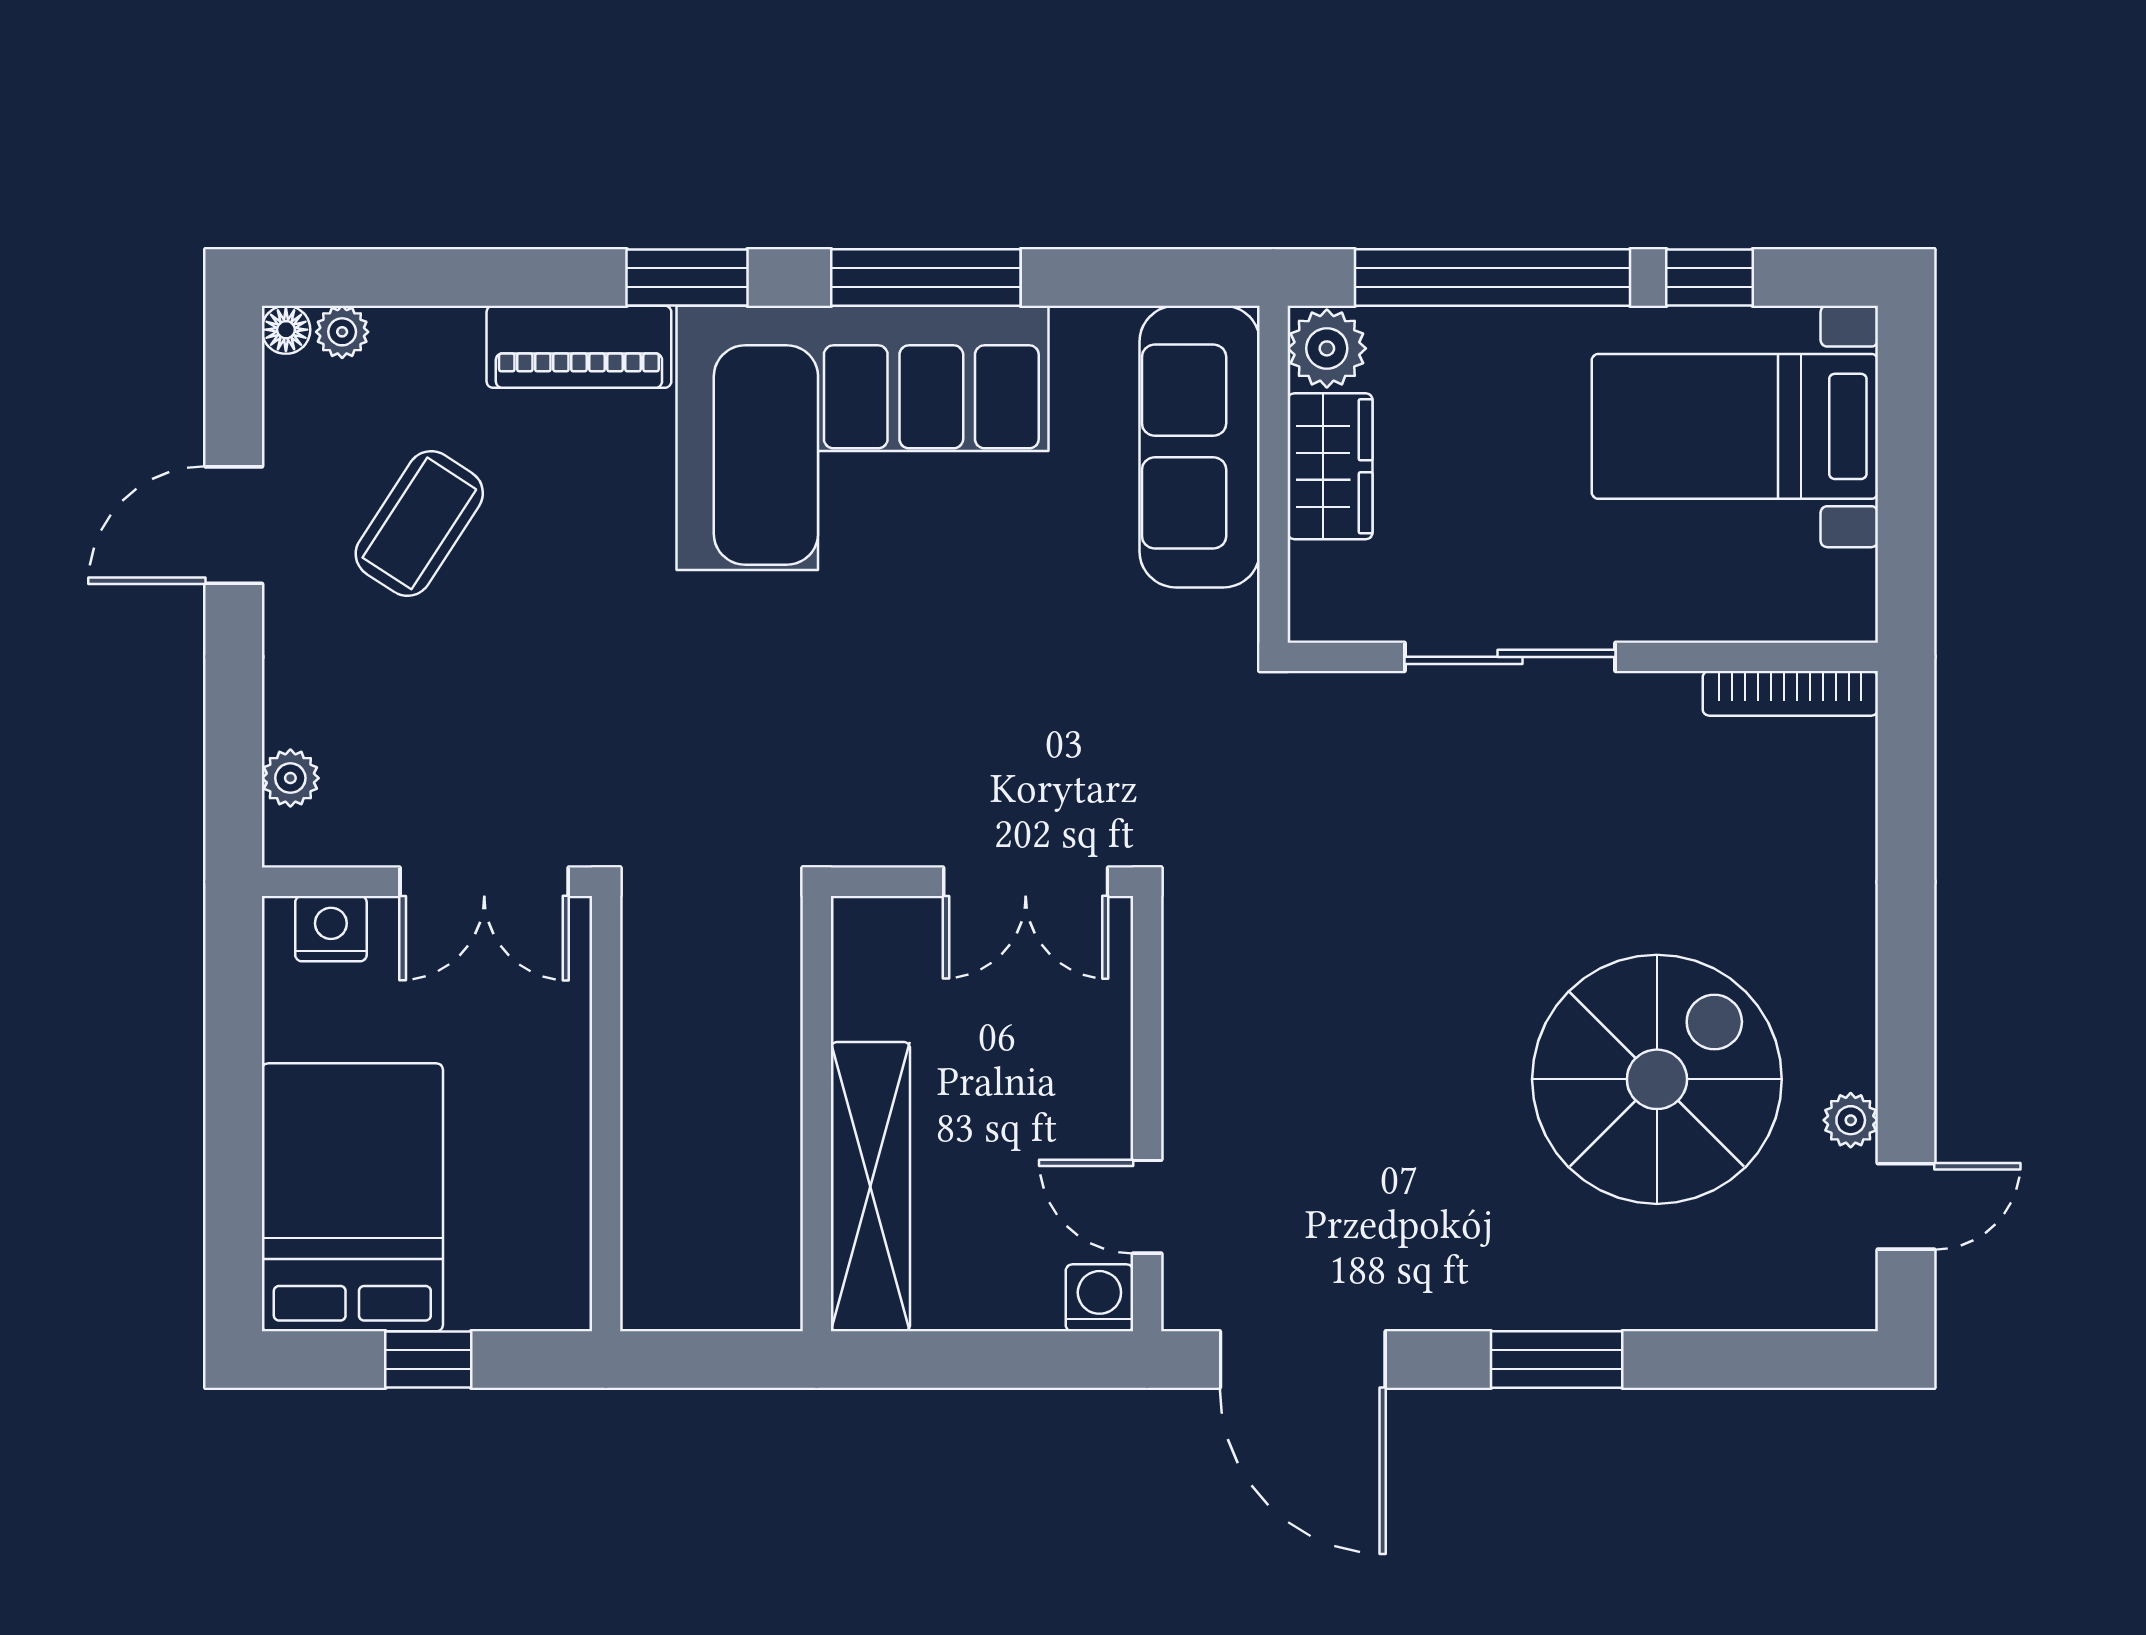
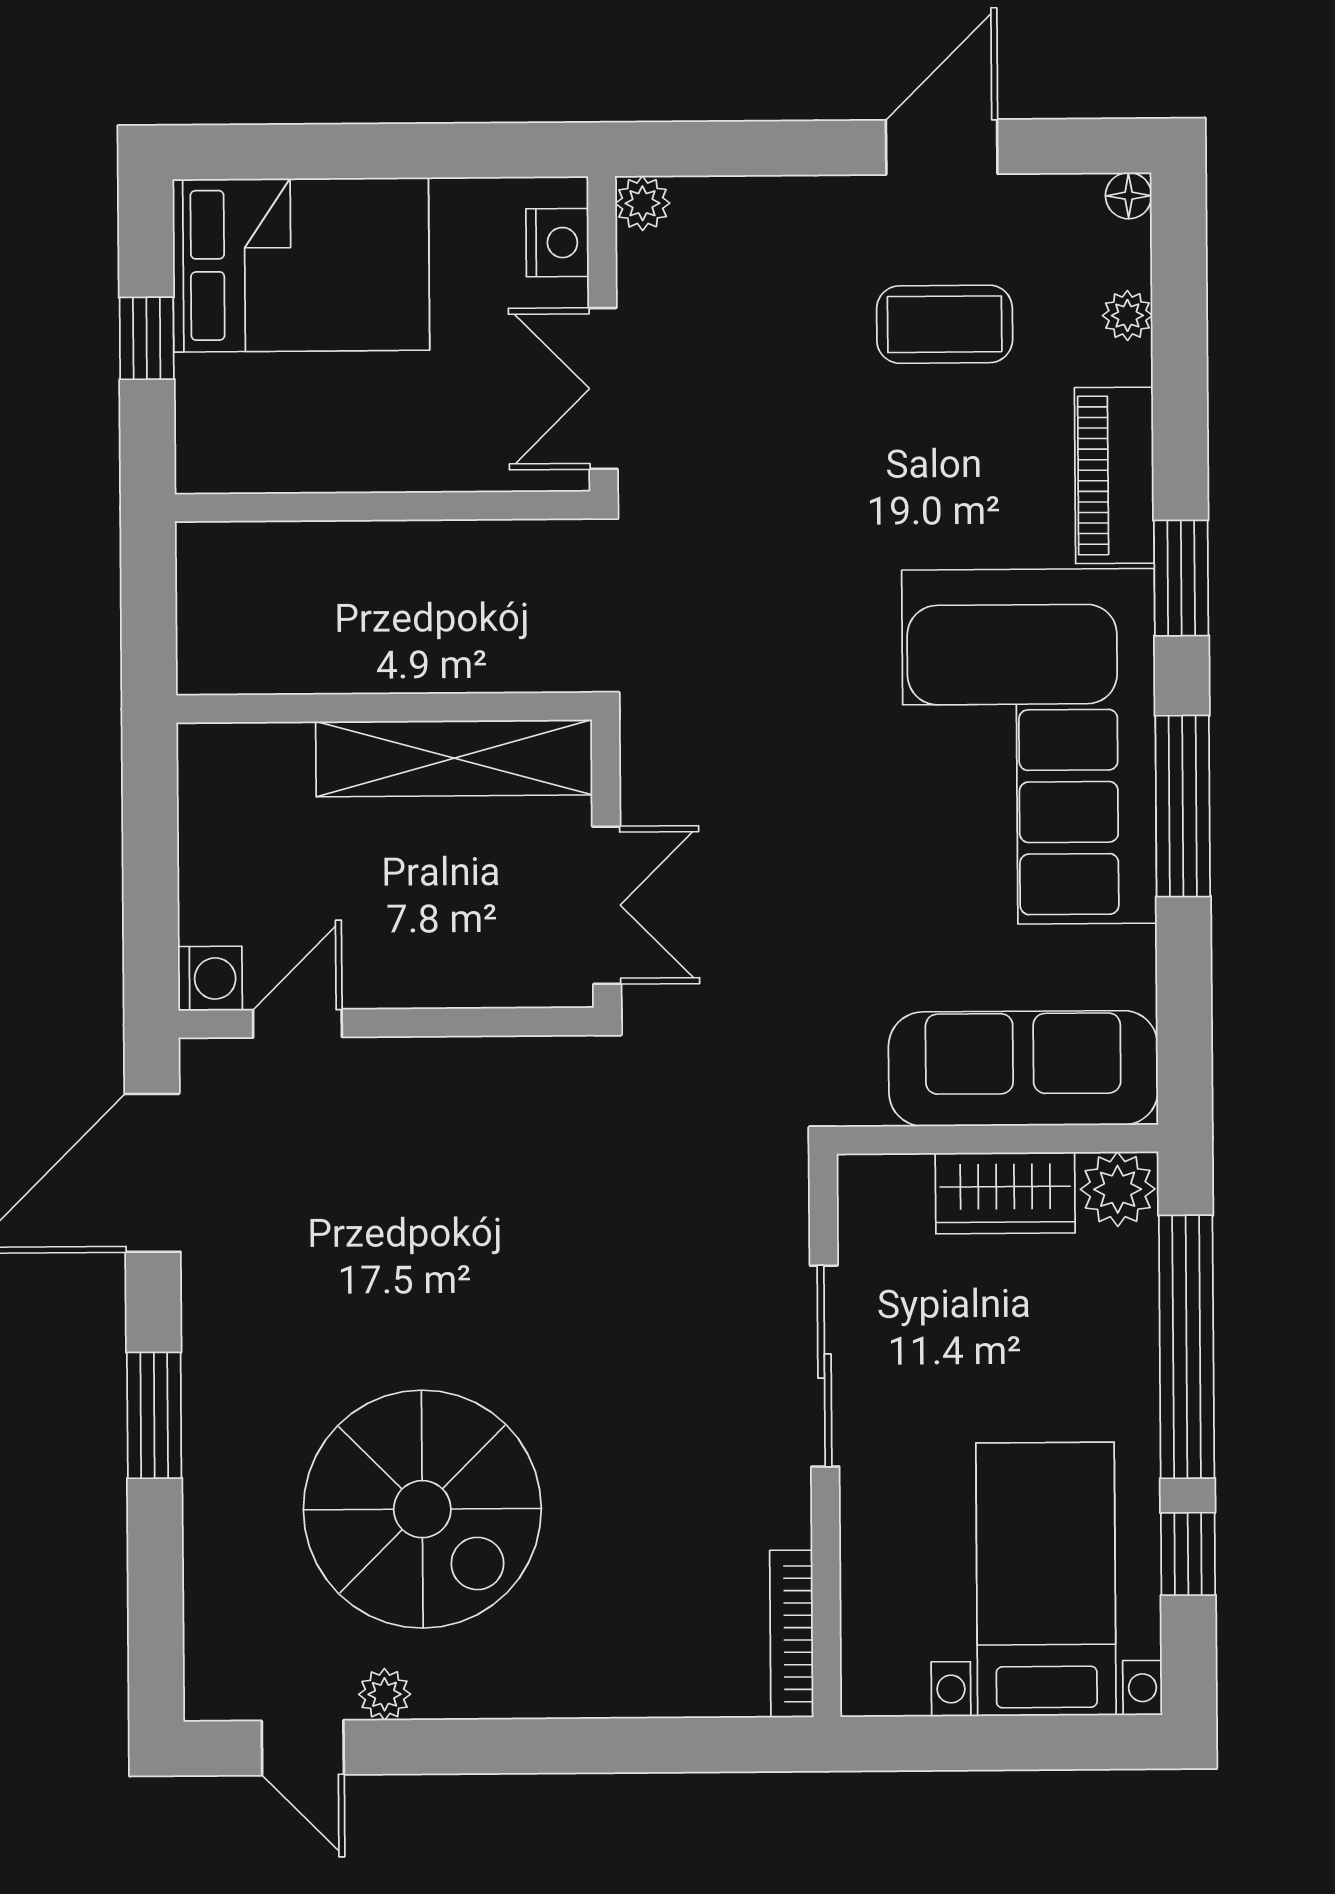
plant: (342, 332) -> (1127, 316), moved
coffee table: (419, 523) -> (945, 324), turned -33
door: (234, 525) -> (942, 147), hinge flipped
plant: (290, 778) -> (643, 203), moved
double door: (1026, 882) -> (607, 905), swing flipped
shelving: (870, 1187) -> (454, 758), moved

